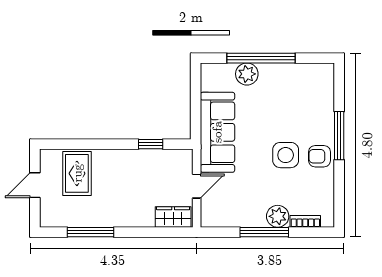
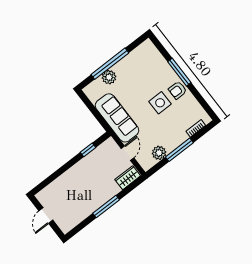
rug: (77, 173) -> (62, 193), removed
plant: (278, 216) -> (159, 153), moved
window: (91, 232) -> (106, 207), moved

